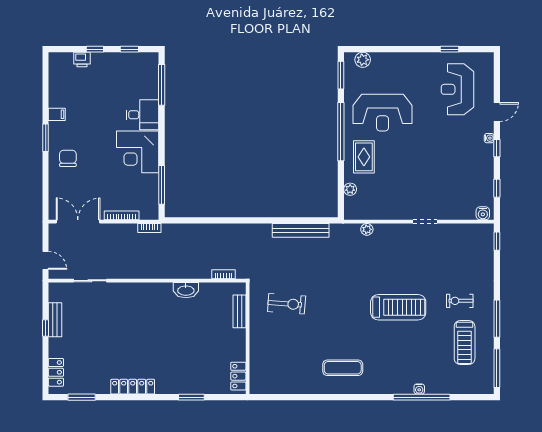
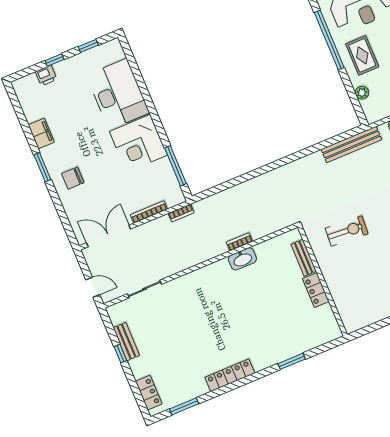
window: (162, 85) -> (134, 68), removed
filing cabinet: (57, 114) -> (41, 134), width x2.00
desk: (142, 115) -> (118, 94), width x1.87, depth x1.30
chair: (68, 158) -> (73, 178), turned -90
bench: (301, 230) -> (351, 145), moved
bookcase: (224, 274) -> (239, 242), moved
locker: (238, 376) -> (316, 290), moved

